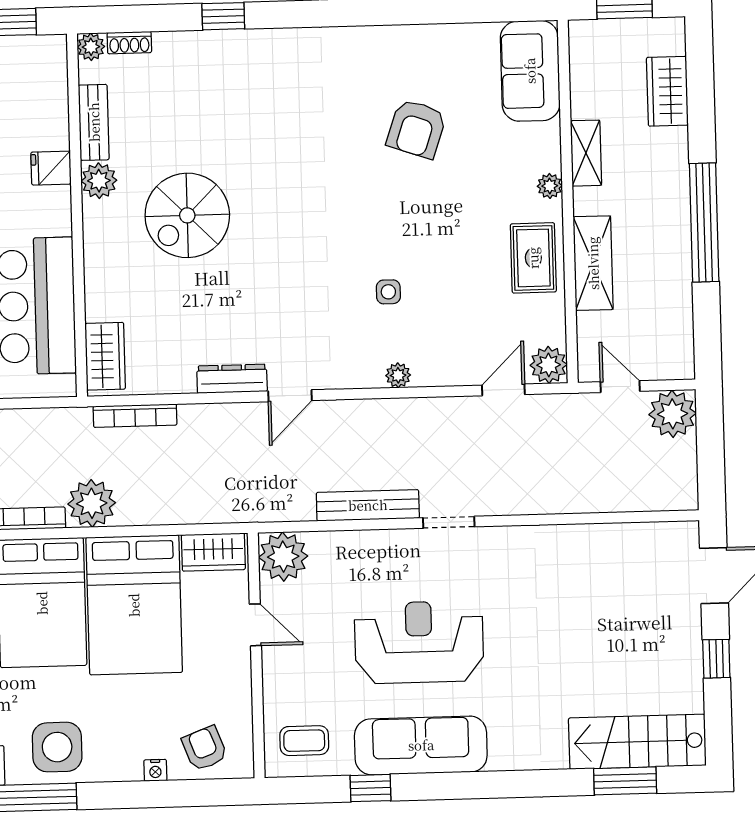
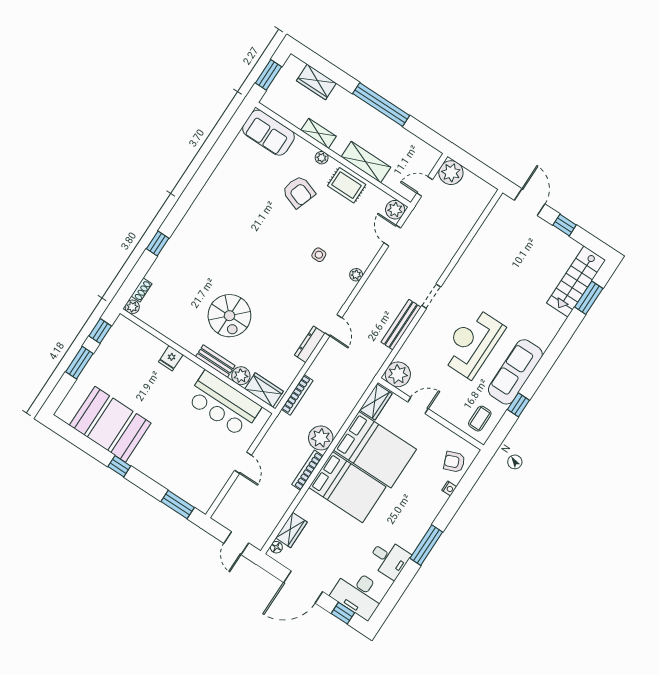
bench: (94, 122) -> (215, 361), moved
armchair: (416, 129) -> (299, 192), moved
plant: (99, 181) -> (241, 376), moved
side table: (57, 747) -> (411, 522), removed

